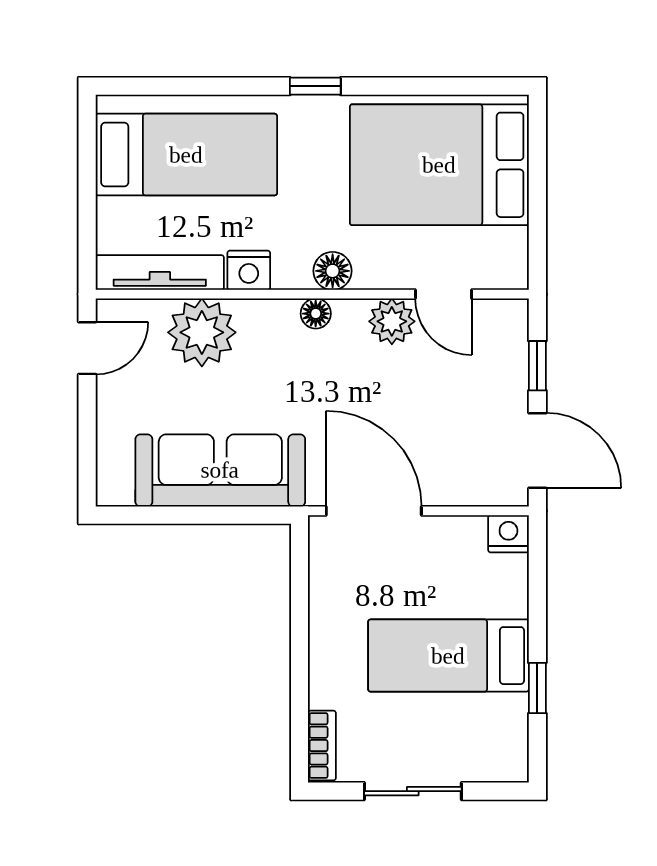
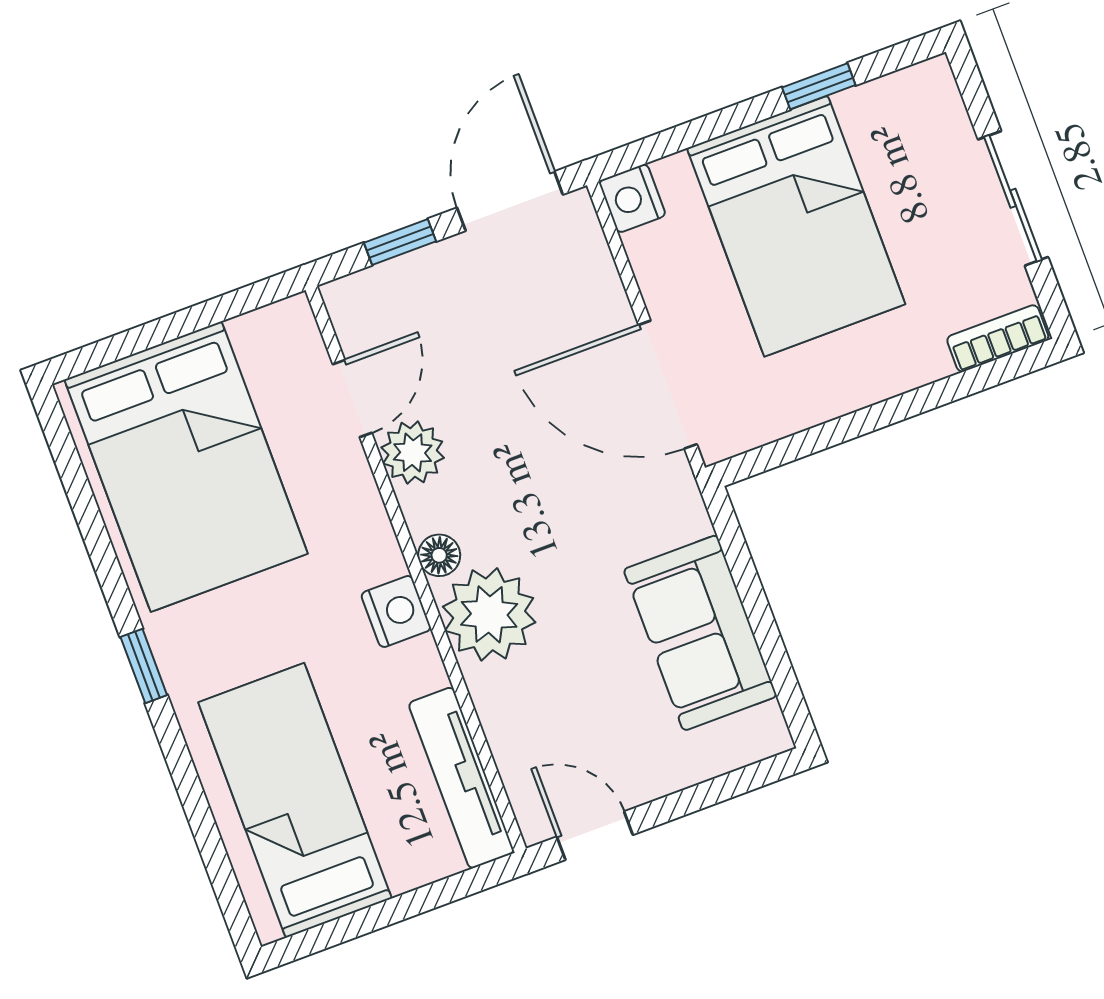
nightstand: (249, 270) -> (396, 611), moved
floor lamp: (333, 271) -> (376, 554), removed
plant: (202, 332) -> (489, 614), moved
sofa: (220, 470) -> (700, 633), width x0.73
door: (374, 511) -> (668, 385), hinge flipped
bed: (448, 656) -> (796, 226), width x1.50

